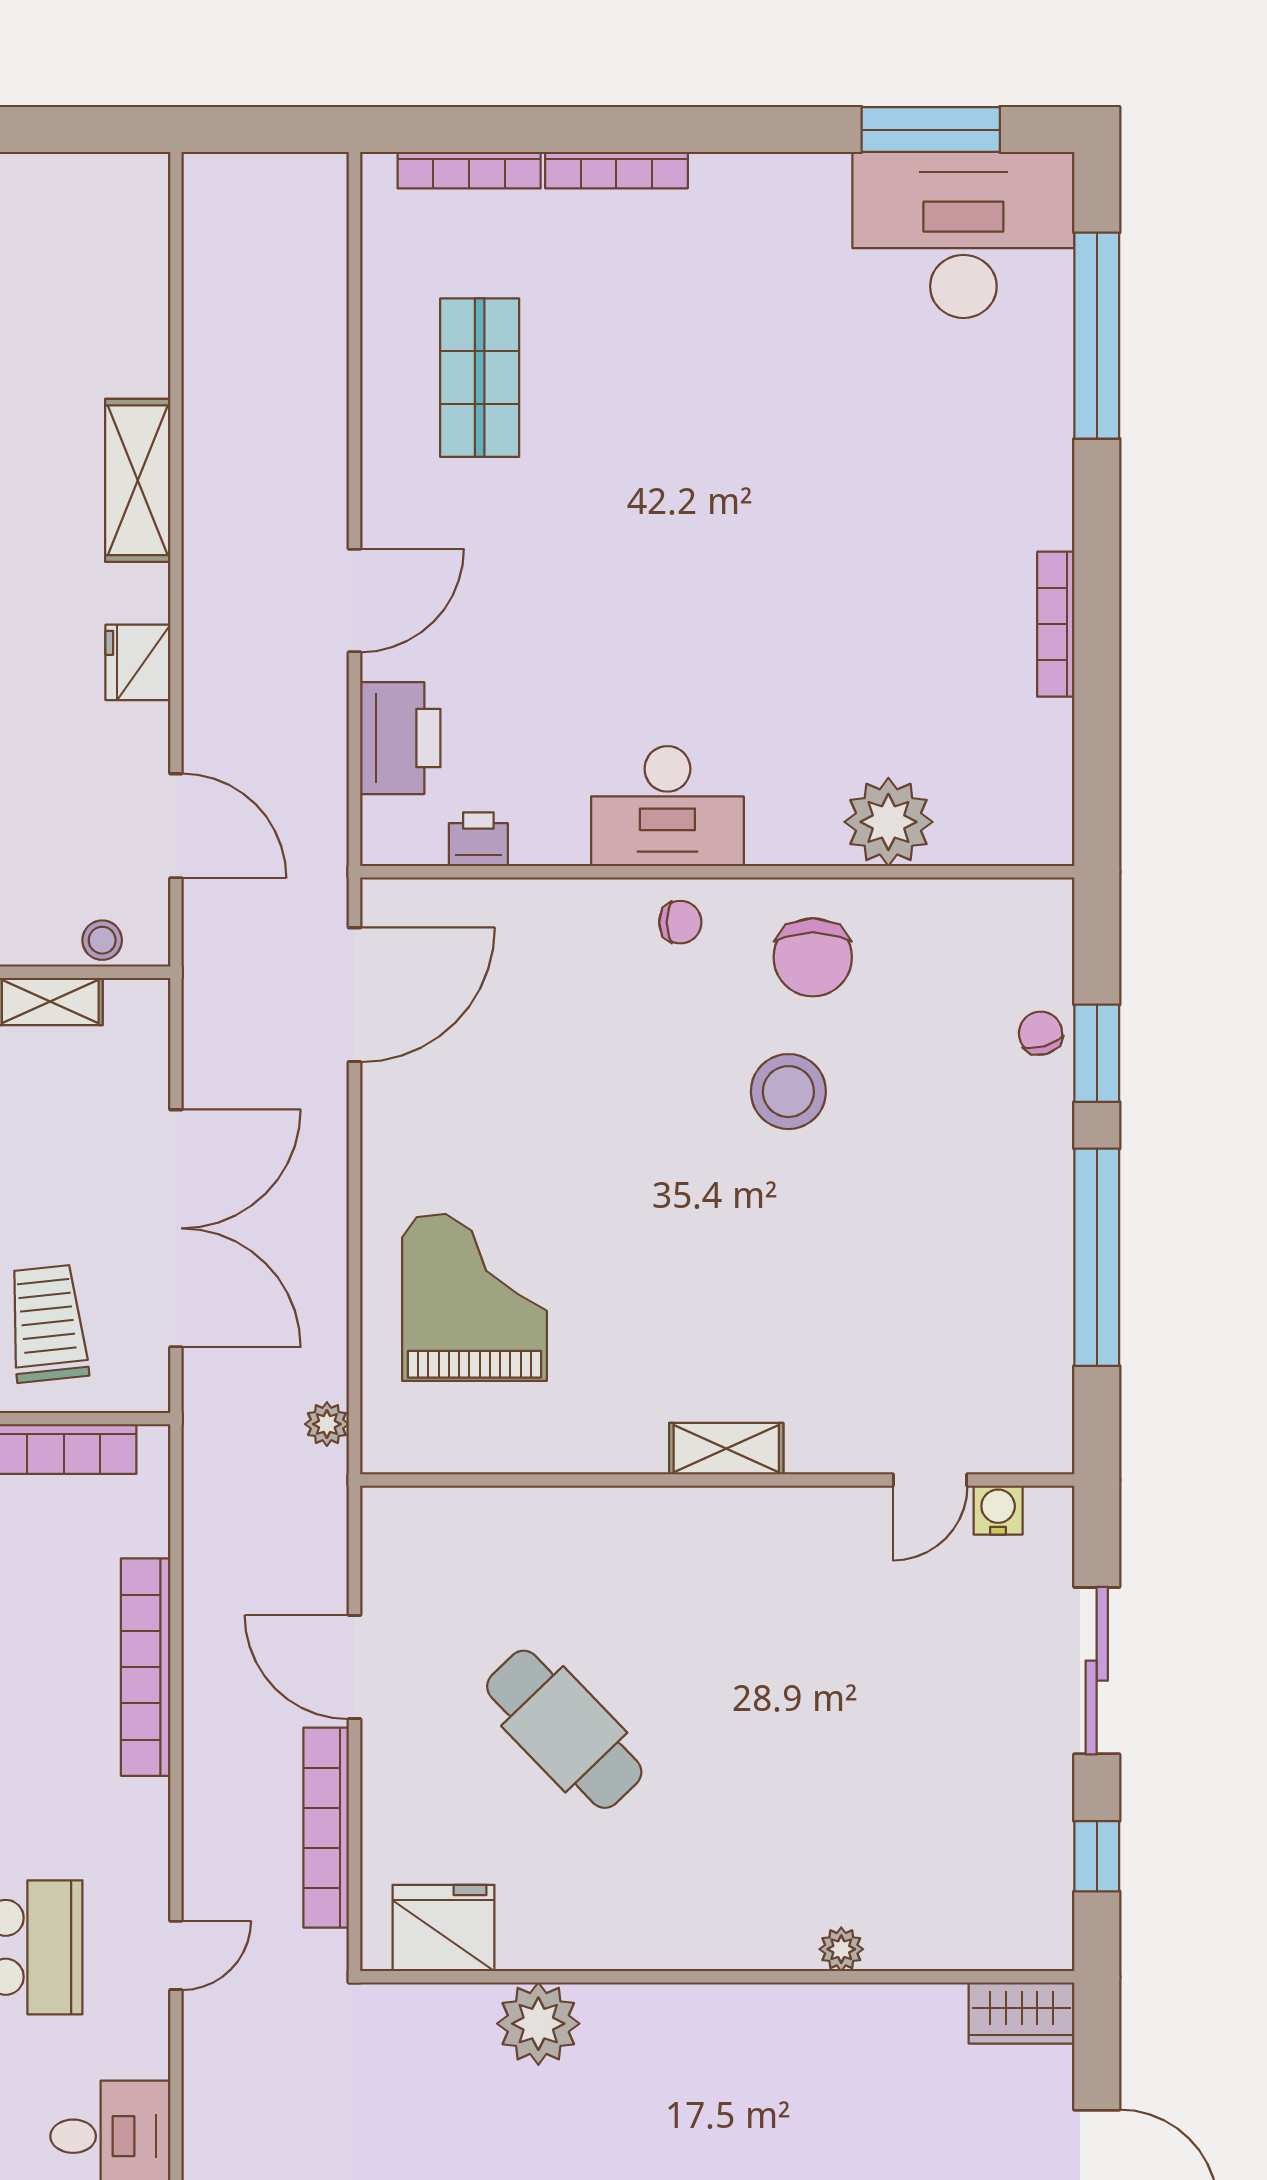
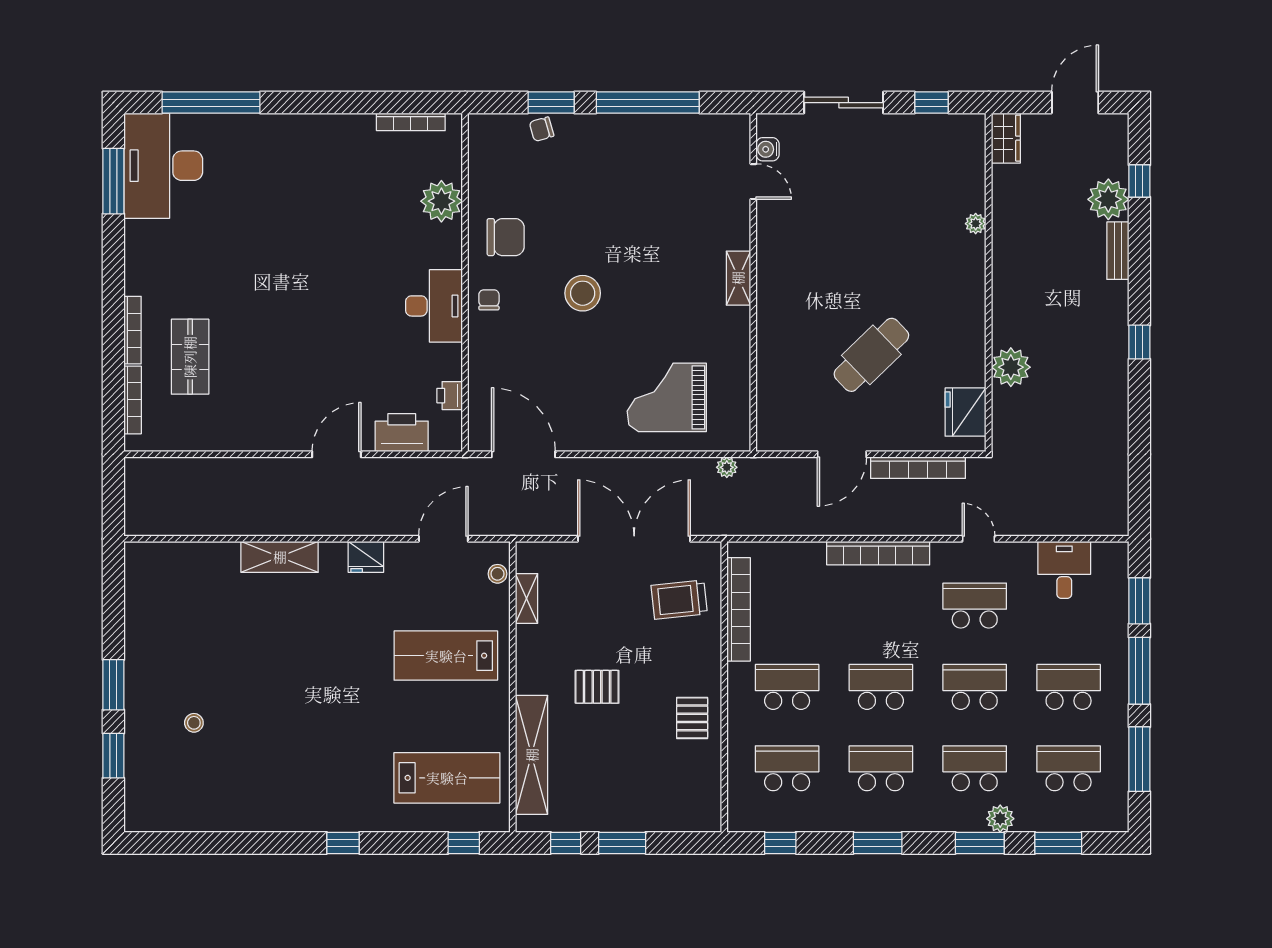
shop shelf: (480, 378) -> (190, 357), moved, turned 90
door: (354, 600) -> (336, 454), hinge flipped
bookcase: (1056, 624) -> (411, 122), moved
stool: (788, 1092) -> (583, 293), moved
bookcase: (146, 1667) -> (878, 553), moved

